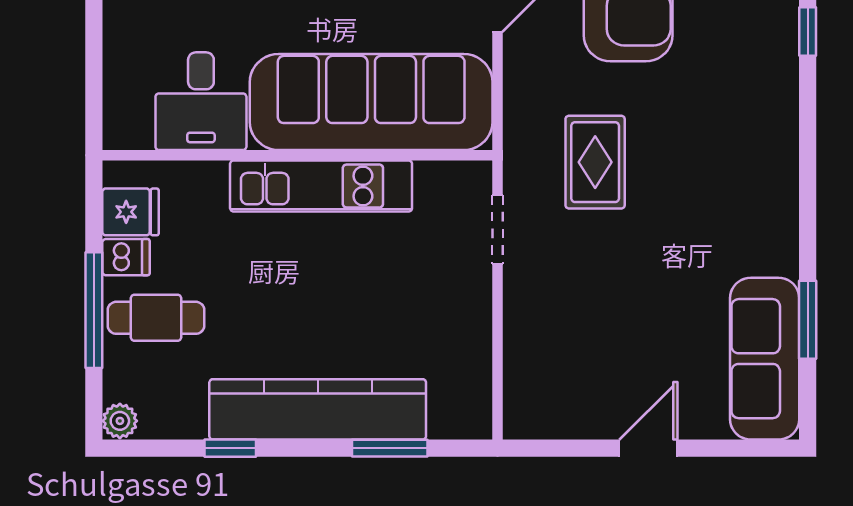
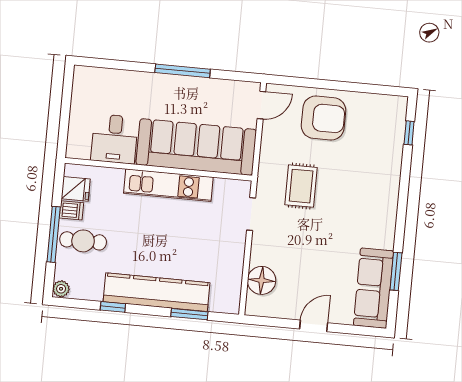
floor lamp: (532, 365) -> (262, 280), added

